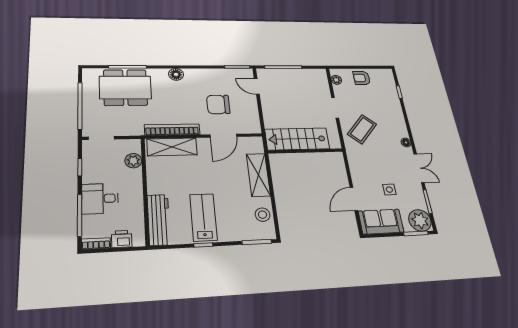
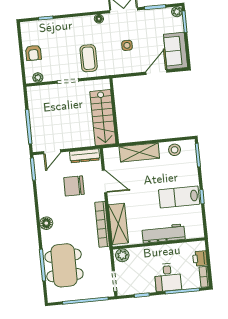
chair: (218, 104) -> (74, 186), turned 90
dresser: (253, 118) -> (85, 156), added
coffee table: (362, 129) -> (89, 58), turned 48
plant: (133, 161) -> (122, 255), moved
side table: (389, 190) -> (127, 45), moved
door: (354, 199) -> (156, 72), swing flipped
workbench: (159, 220) -> (164, 234), moved
plant: (420, 220) -> (177, 12), width x0.53, depth x0.53

